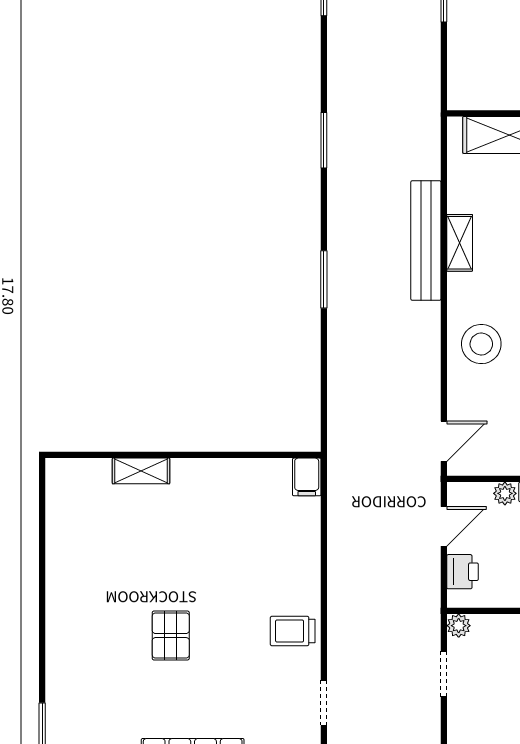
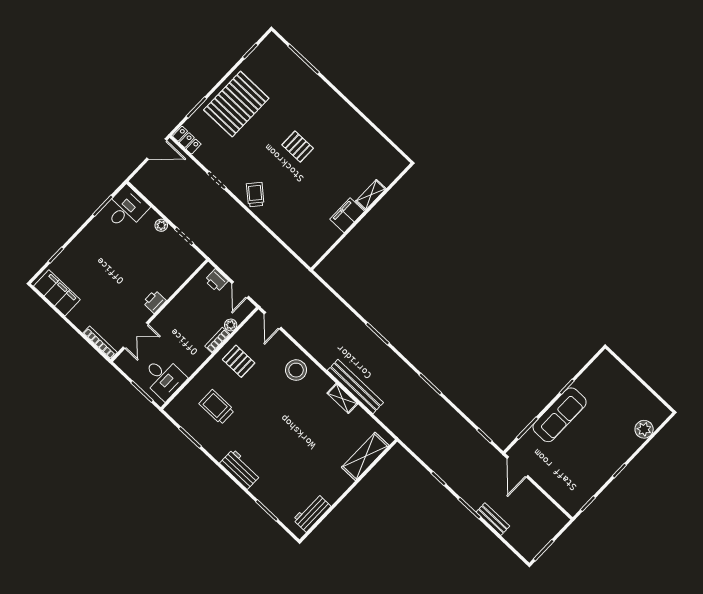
filing cabinet: (307, 477) -> (347, 215), moved, width x2.00
plant: (459, 626) -> (161, 225), moved
trolley: (293, 631) -> (255, 195), turned -49

